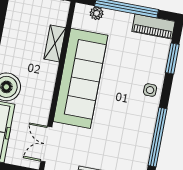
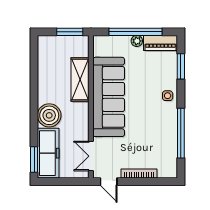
plant: (97, 13) -> (137, 41), moved
shelving: (55, 43) -> (80, 79), width x1.50, depth x1.33

